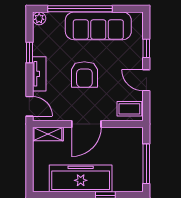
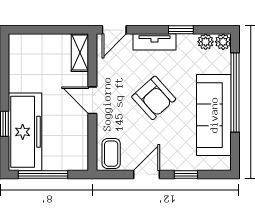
plant: (39, 33) -> (206, 42), added
armchair: (84, 74) -> (154, 98), turned -132
door: (86, 124) -> (92, 100), width x0.73
freezer: (81, 178) -> (25, 132), moved

